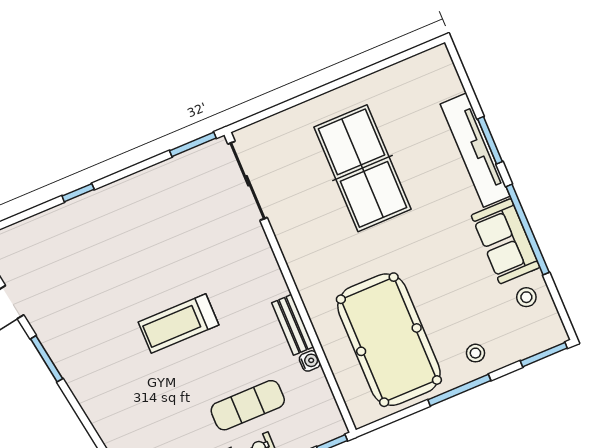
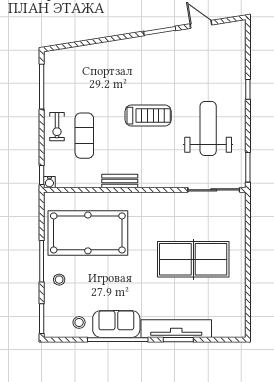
weight bench: (160, 227) -> (208, 129), added
treadmill: (179, 324) -> (148, 116), turned 90
water cooler: (310, 361) -> (49, 182), moved

